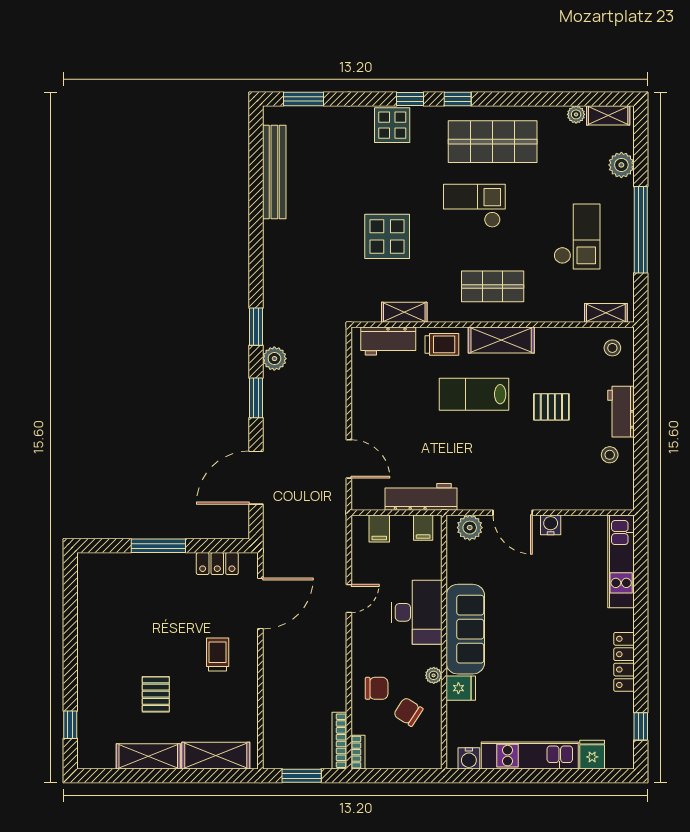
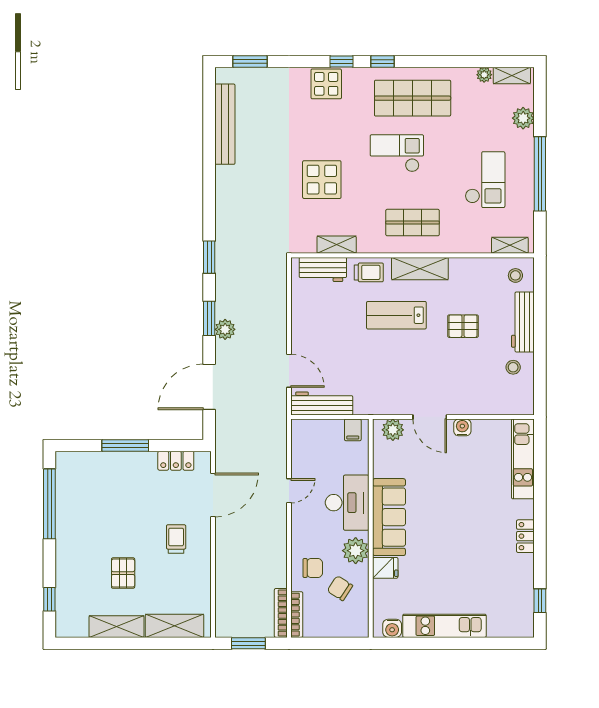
plant: (274, 359) -> (225, 329), moved
workbench: (621, 412) -> (523, 322), width x1.38
workbench: (421, 497) -> (322, 403), moved
filing cabinet: (379, 528) -> (315, 431), removed
window: (70, 614) -> (49, 504), added
locker: (624, 662) -> (525, 536), width x0.66
plant: (434, 675) -> (356, 551), width x1.88, depth x1.88
bookcase: (358, 752) -> (297, 615), width x1.56
fridge: (592, 755) -> (498, 625), removed

